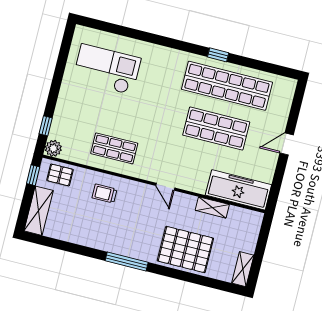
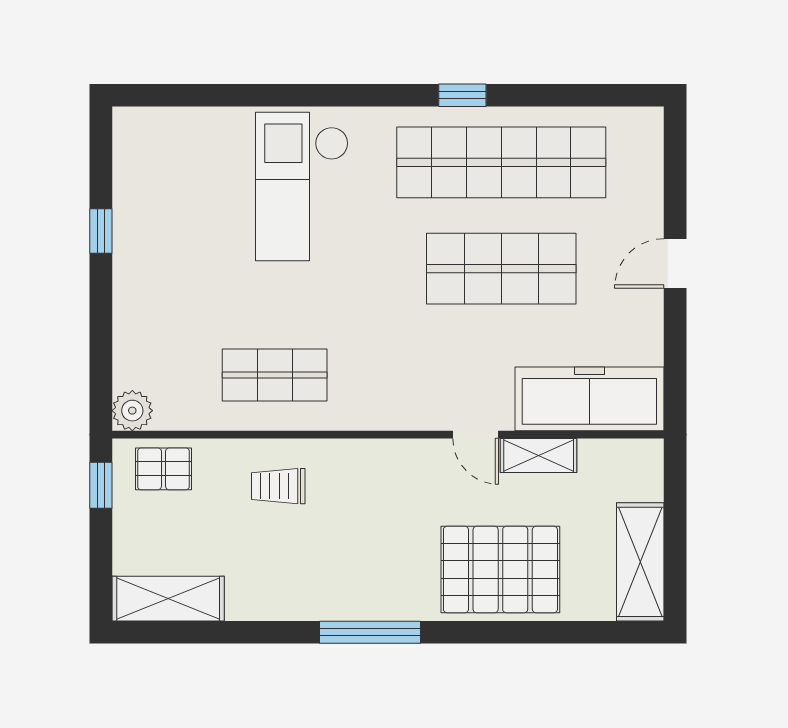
checkout: (107, 69) -> (302, 186), moved, turned -90
window: (46, 126) -> (101, 231), moved
door: (165, 187) -> (476, 435), moved
shelving: (39, 211) -> (168, 599), moved, turned 90
shelving: (243, 269) -> (640, 562), width x1.50, depth x1.33

